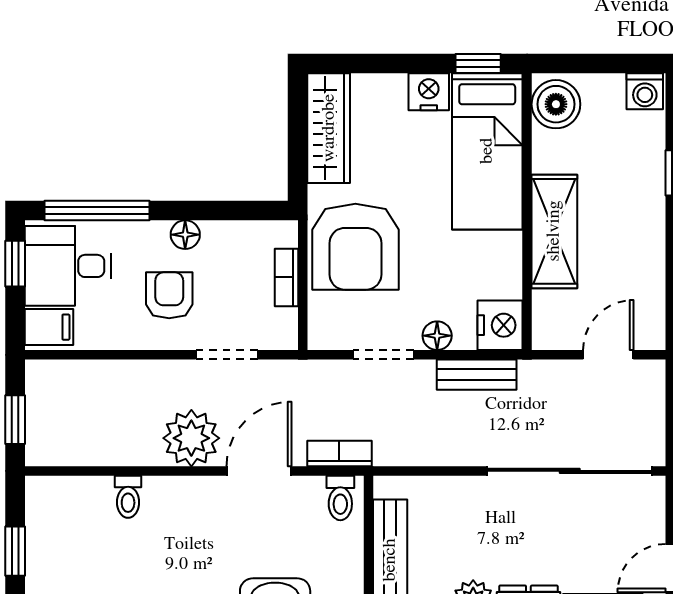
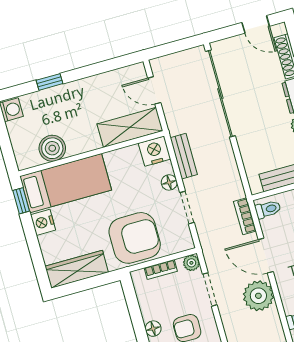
boiler: (556, 104) -> (52, 148), moved
shelving: (554, 231) -> (130, 127), moved
plant: (283, 335) -> (191, 263), added

